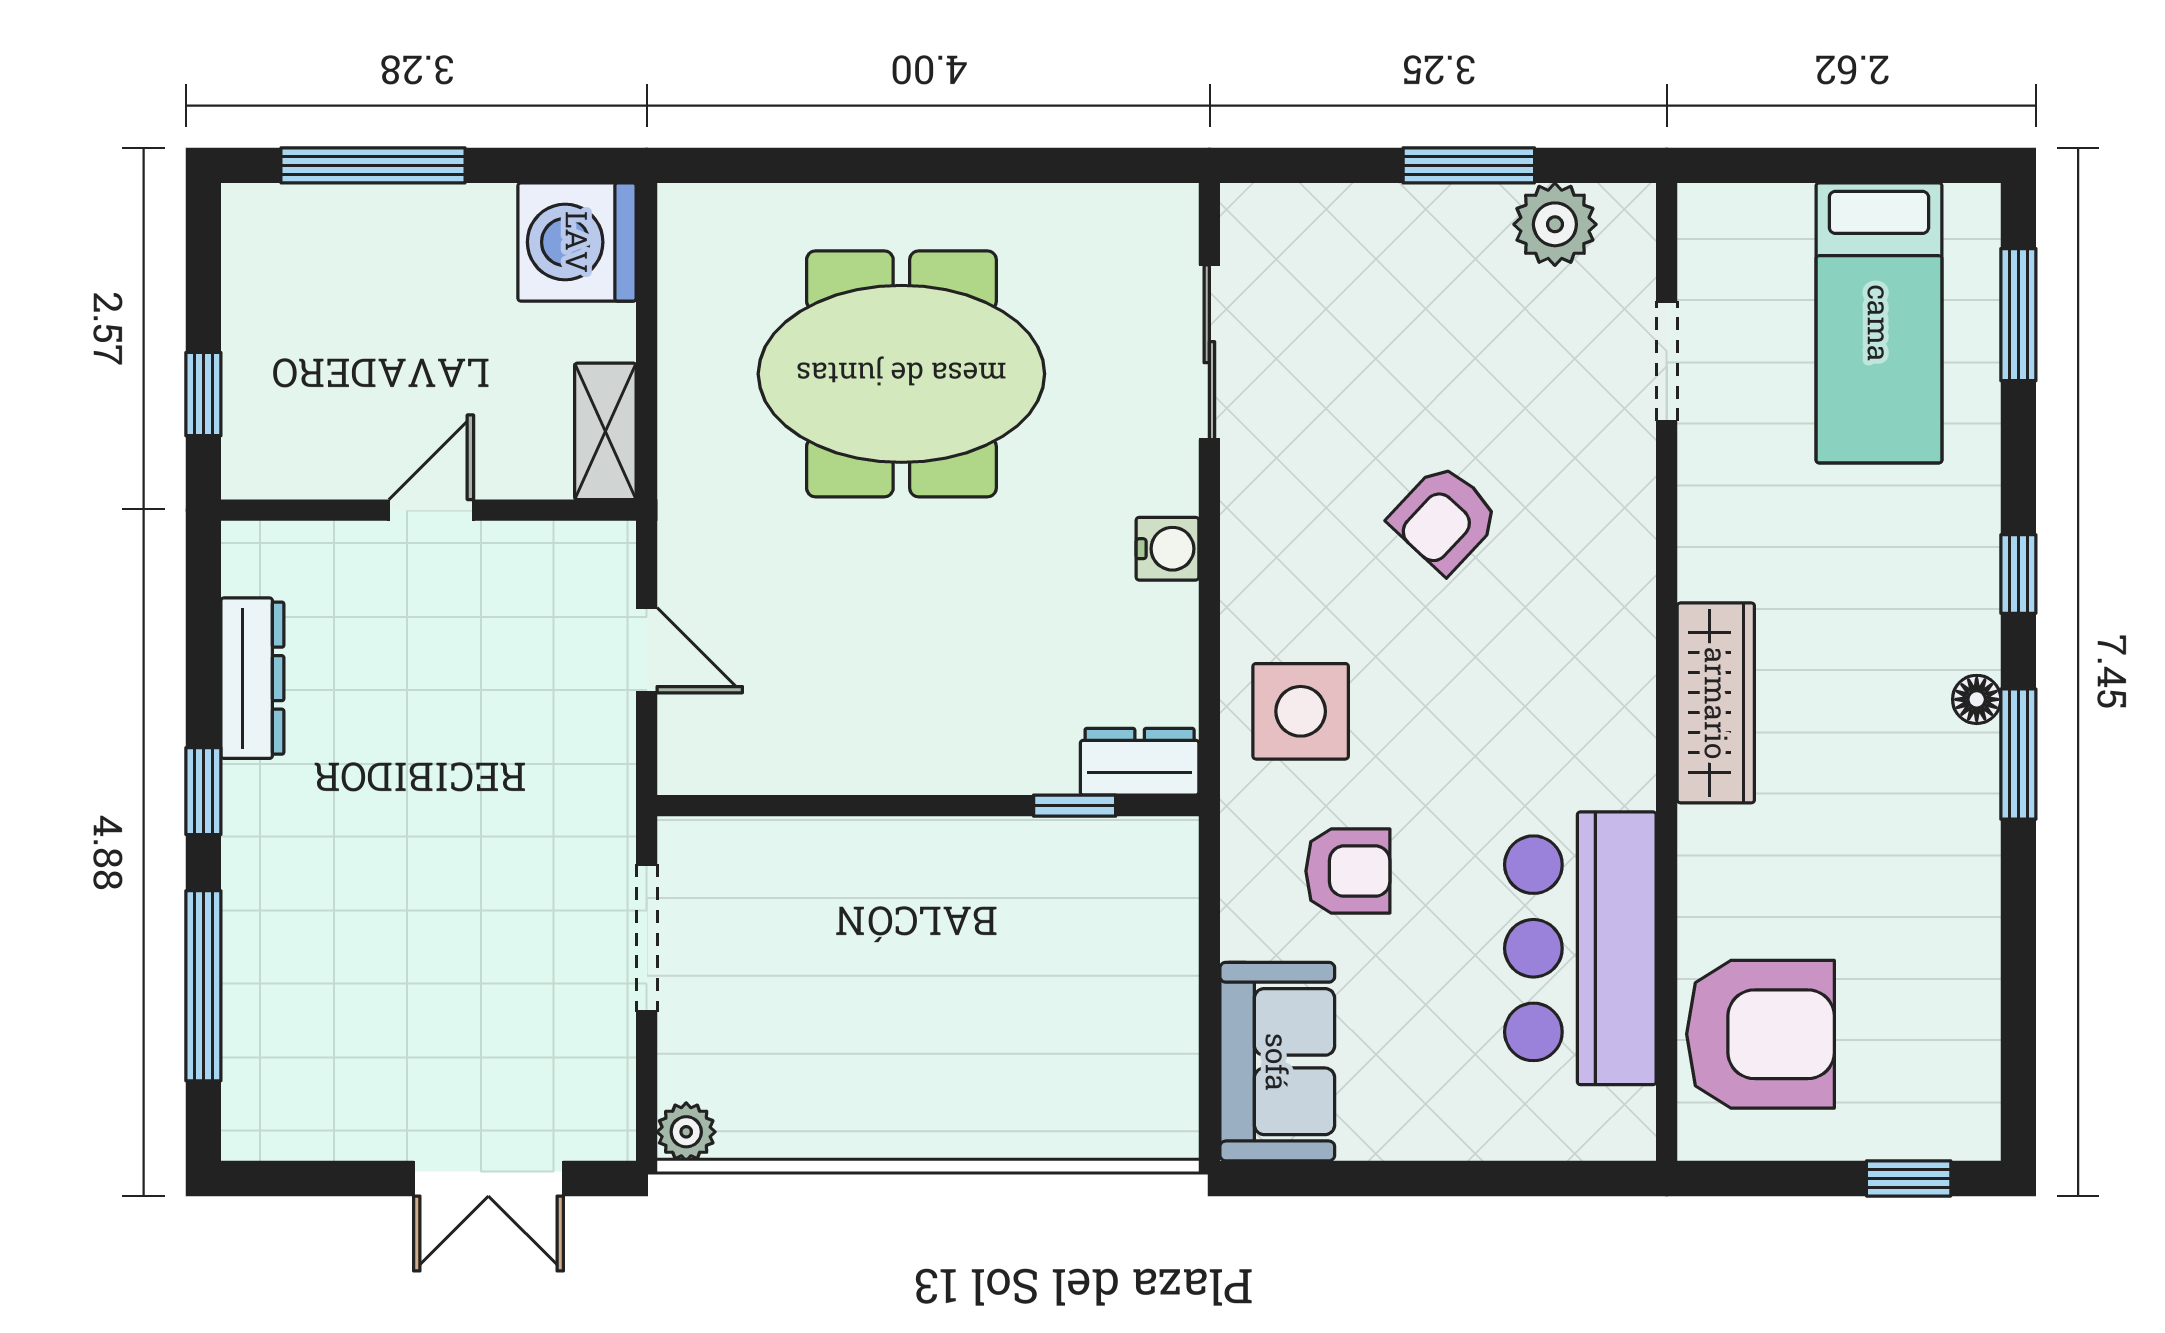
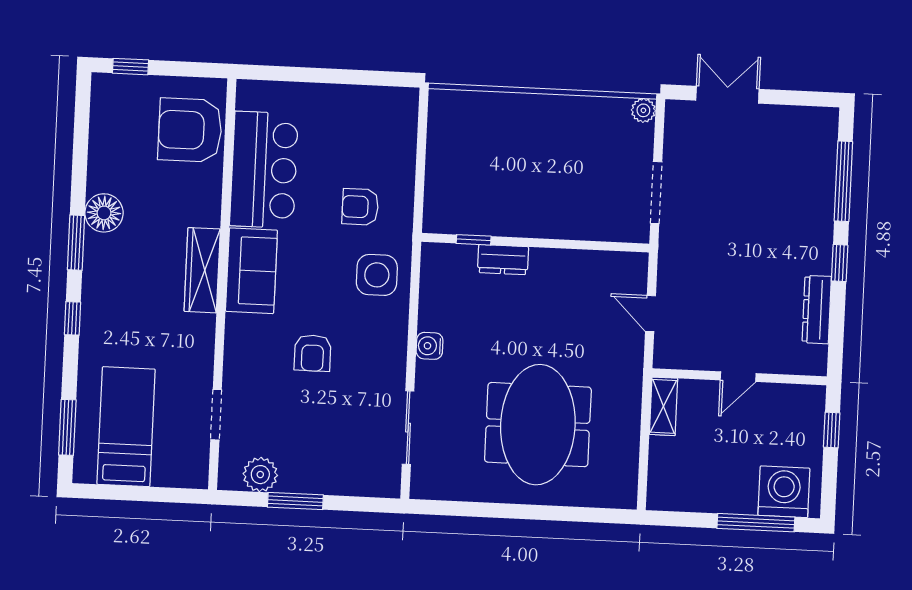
washing machine: (577, 242) -> (784, 492), moved, turned -90
meeting table: (901, 374) -> (538, 425), turned 90
armchair: (1444, 519) -> (313, 353), turned 137
floor lamp: (1977, 699) -> (104, 213), moved, width x1.89, depth x1.89
dresser: (1140, 762) -> (503, 260), moved
sofa: (1277, 1062) -> (251, 271), moved, turned 180

